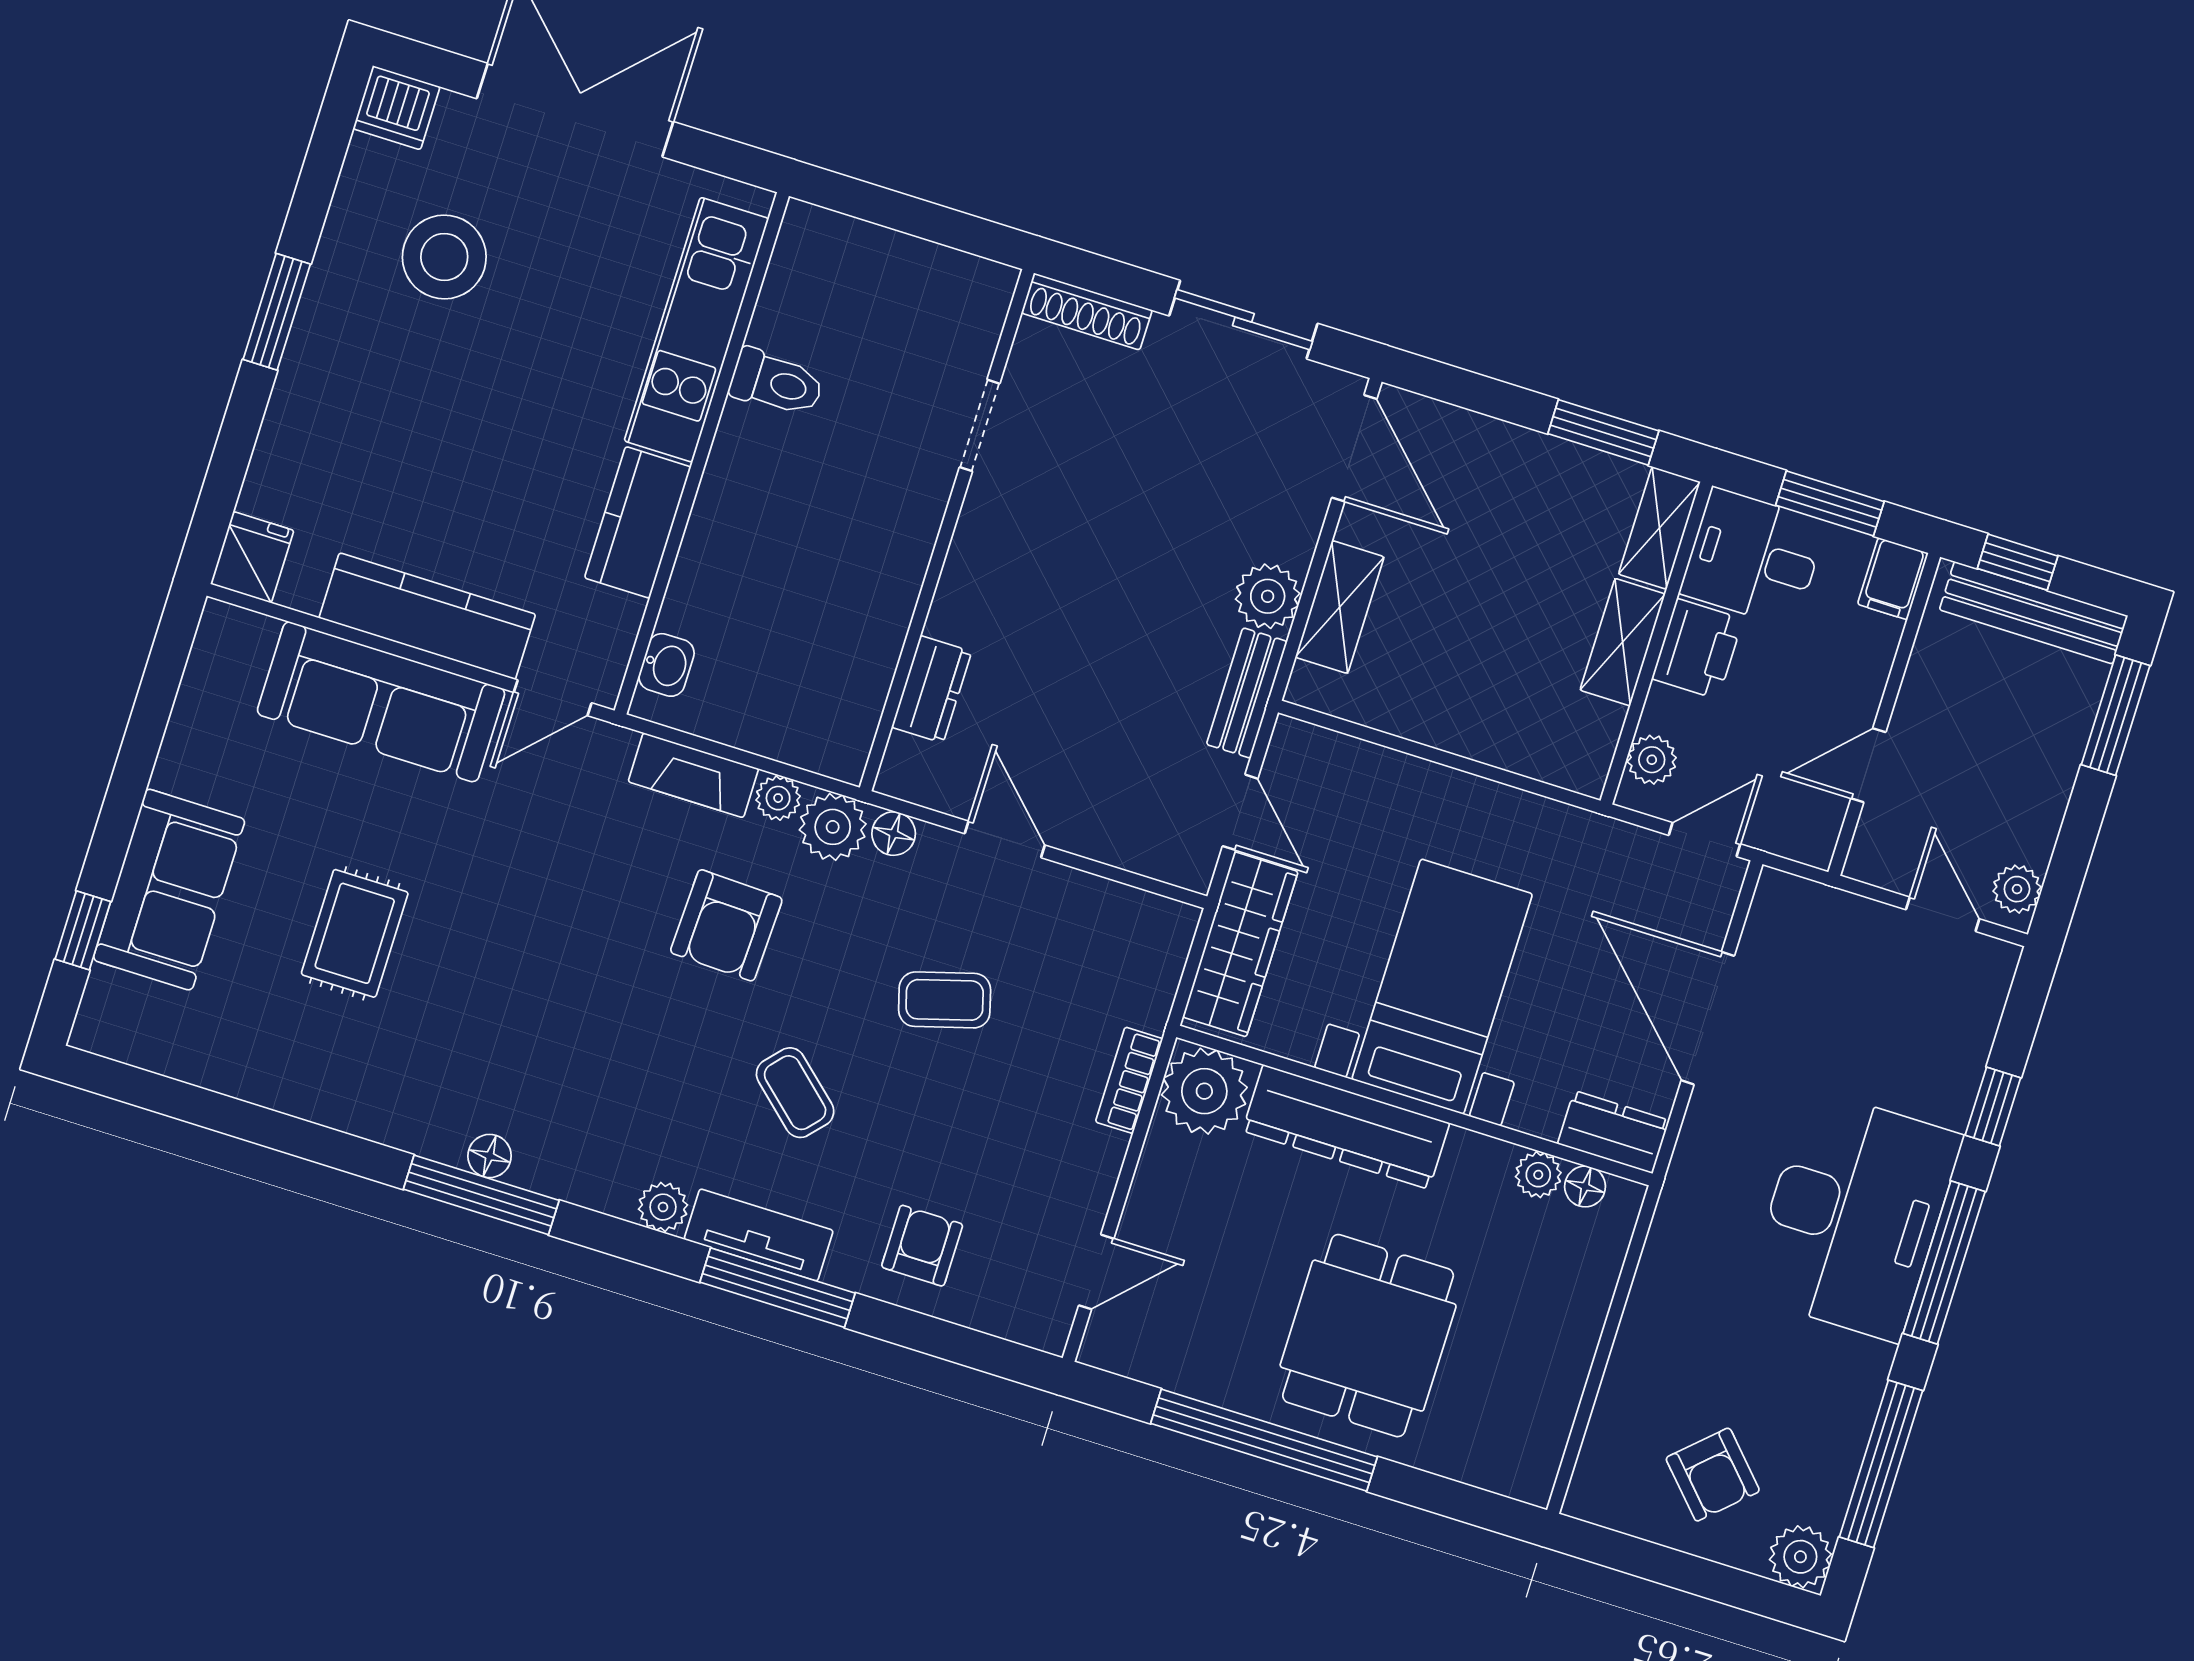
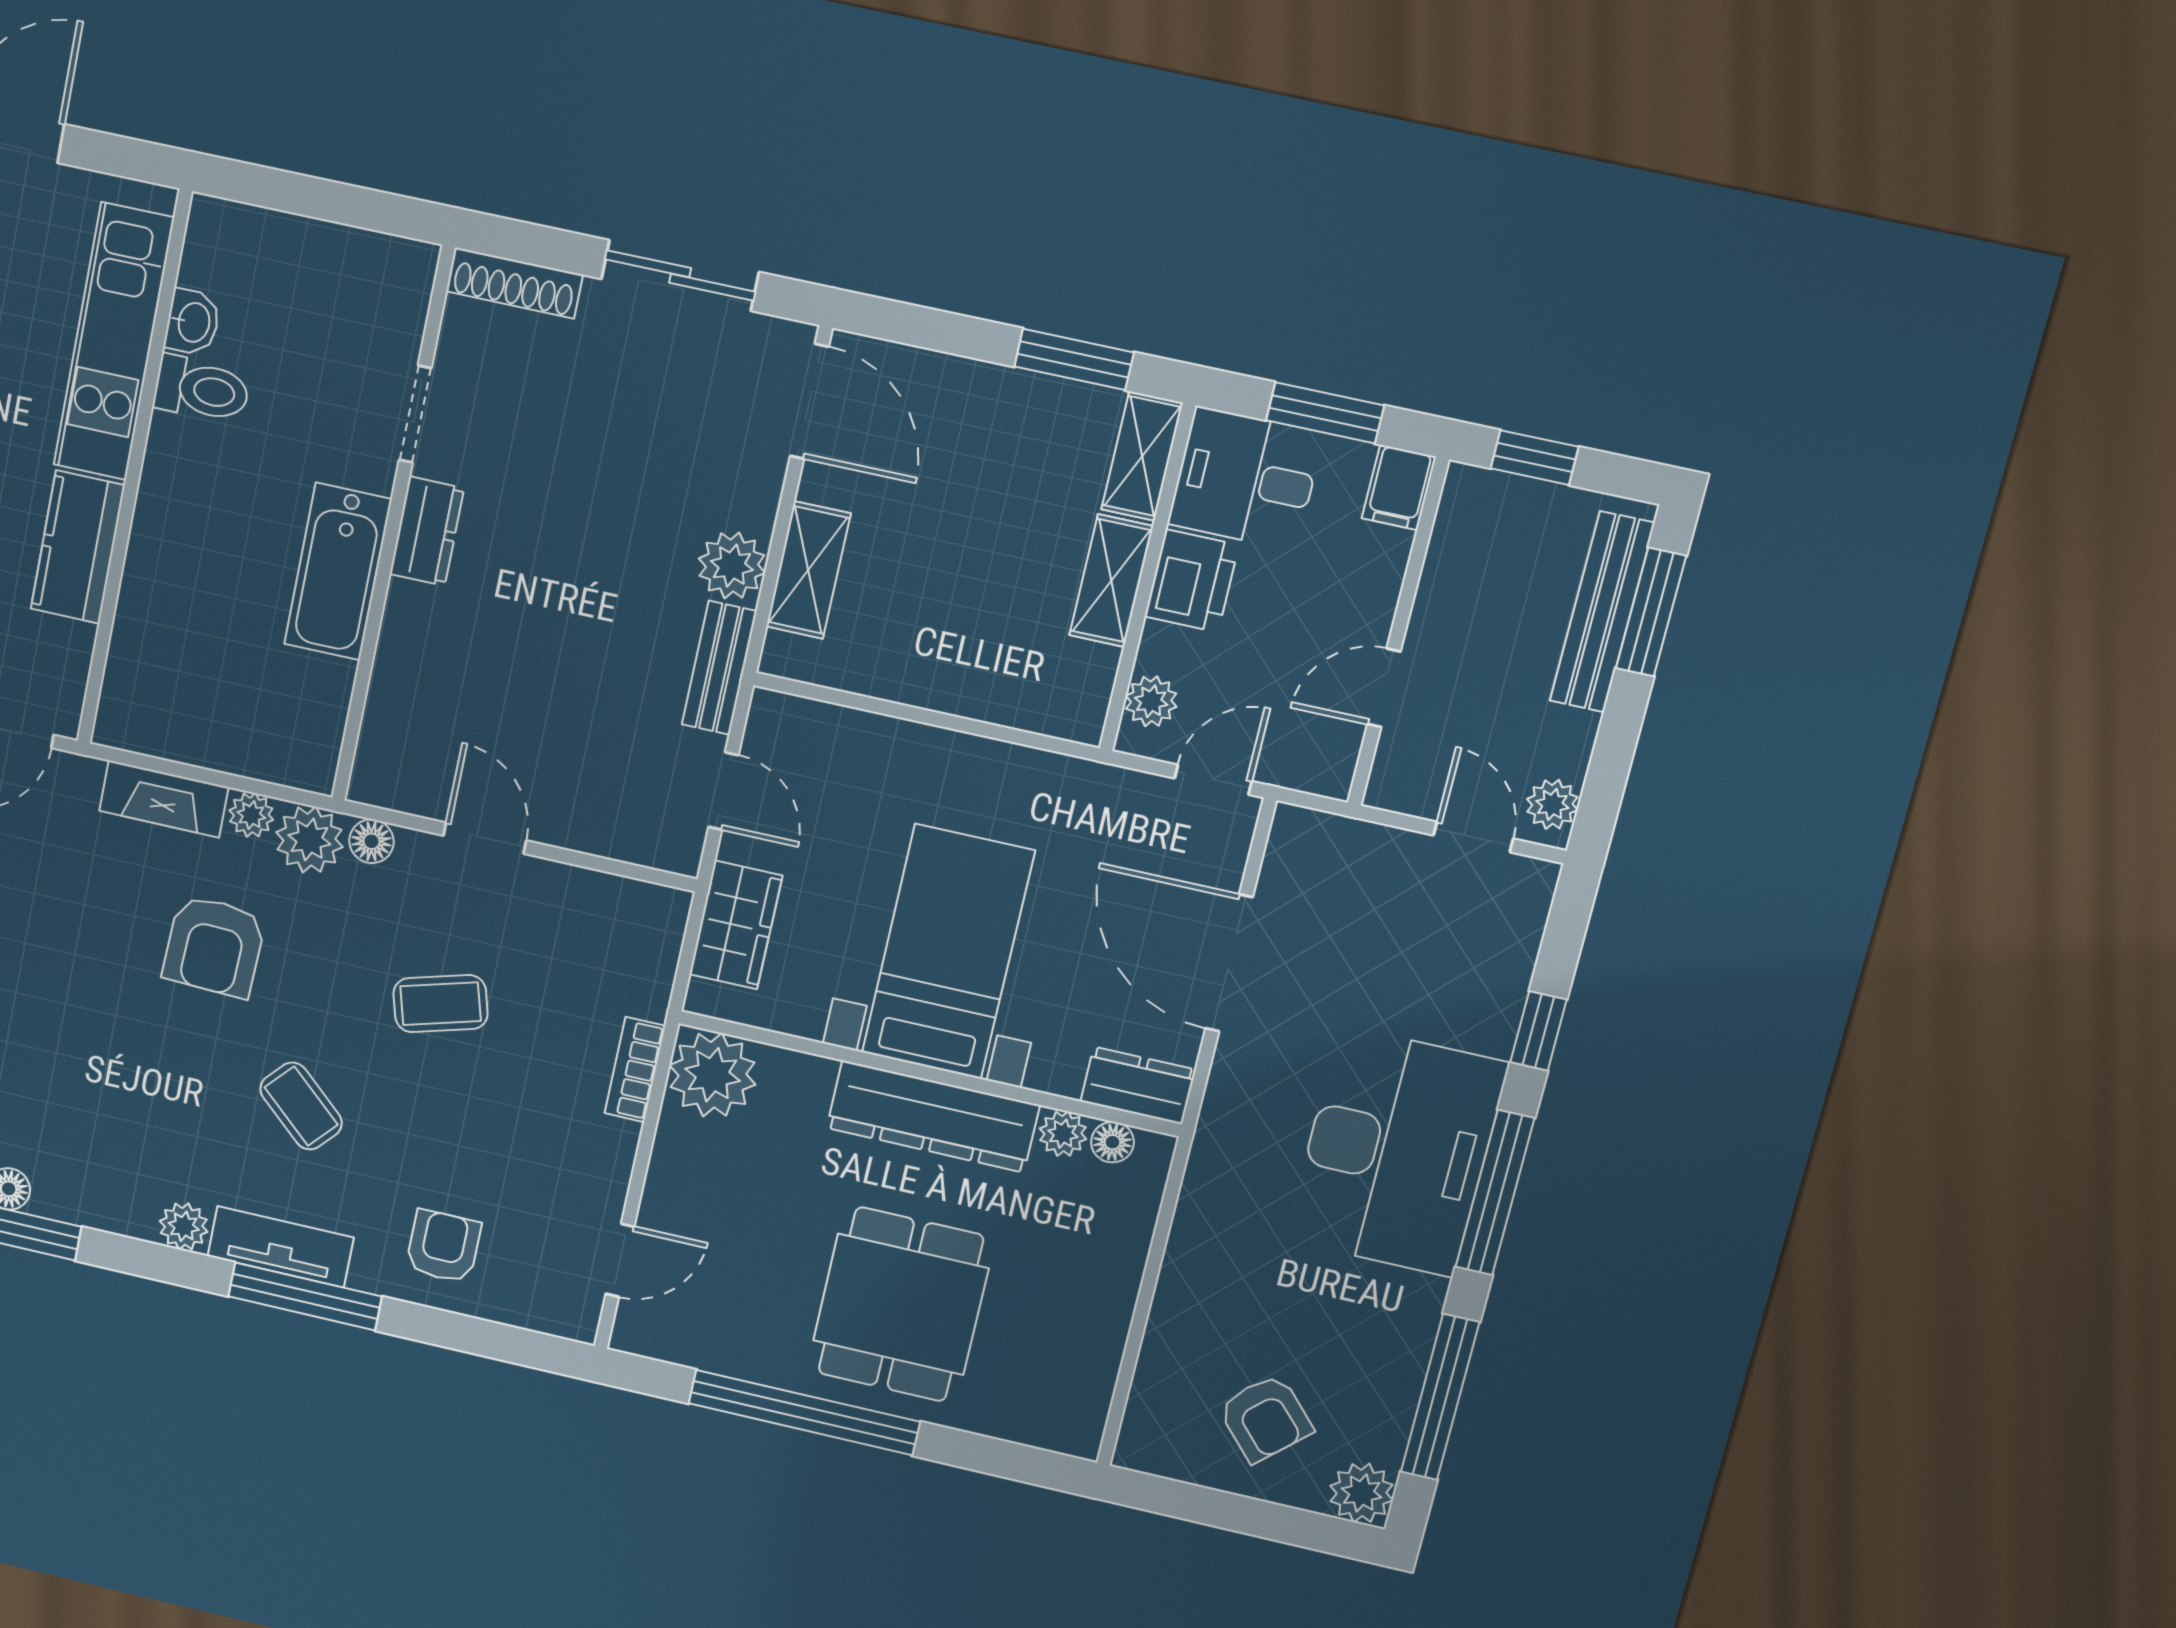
bathtub: (889, 569) -> (338, 572), added
bench: (2034, 613) -> (1602, 612), moved, turned 90
washbasin: (666, 665) -> (193, 322), moved
dresser: (932, 689) -> (427, 531), moved
wardrobe: (1240, 944) -> (736, 925), width x0.67
dresser: (1346, 1127) -> (933, 1116), moved

